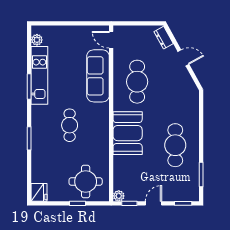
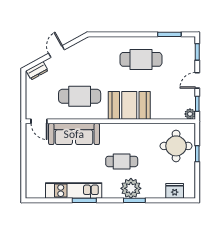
plant: (37, 40) -> (131, 188), moved, width x1.87, depth x1.87
door: (111, 40) -> (39, 121), hinge flipped
fridge: (39, 192) -> (175, 191), moved
door: (153, 203) -> (197, 80), hinge flipped

